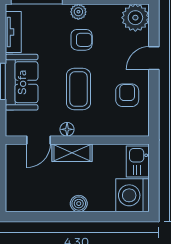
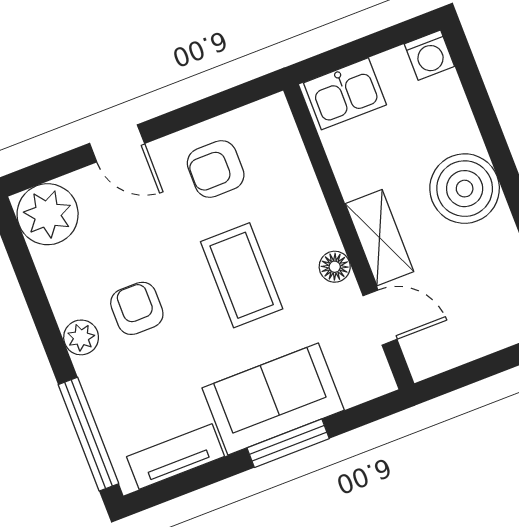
coffee table: (78, 89) -> (242, 275), turned 90
washing machine: (132, 195) -> (429, 55), width x0.53, depth x0.53
boiler: (79, 204) -> (465, 189), width x1.86, depth x1.86

